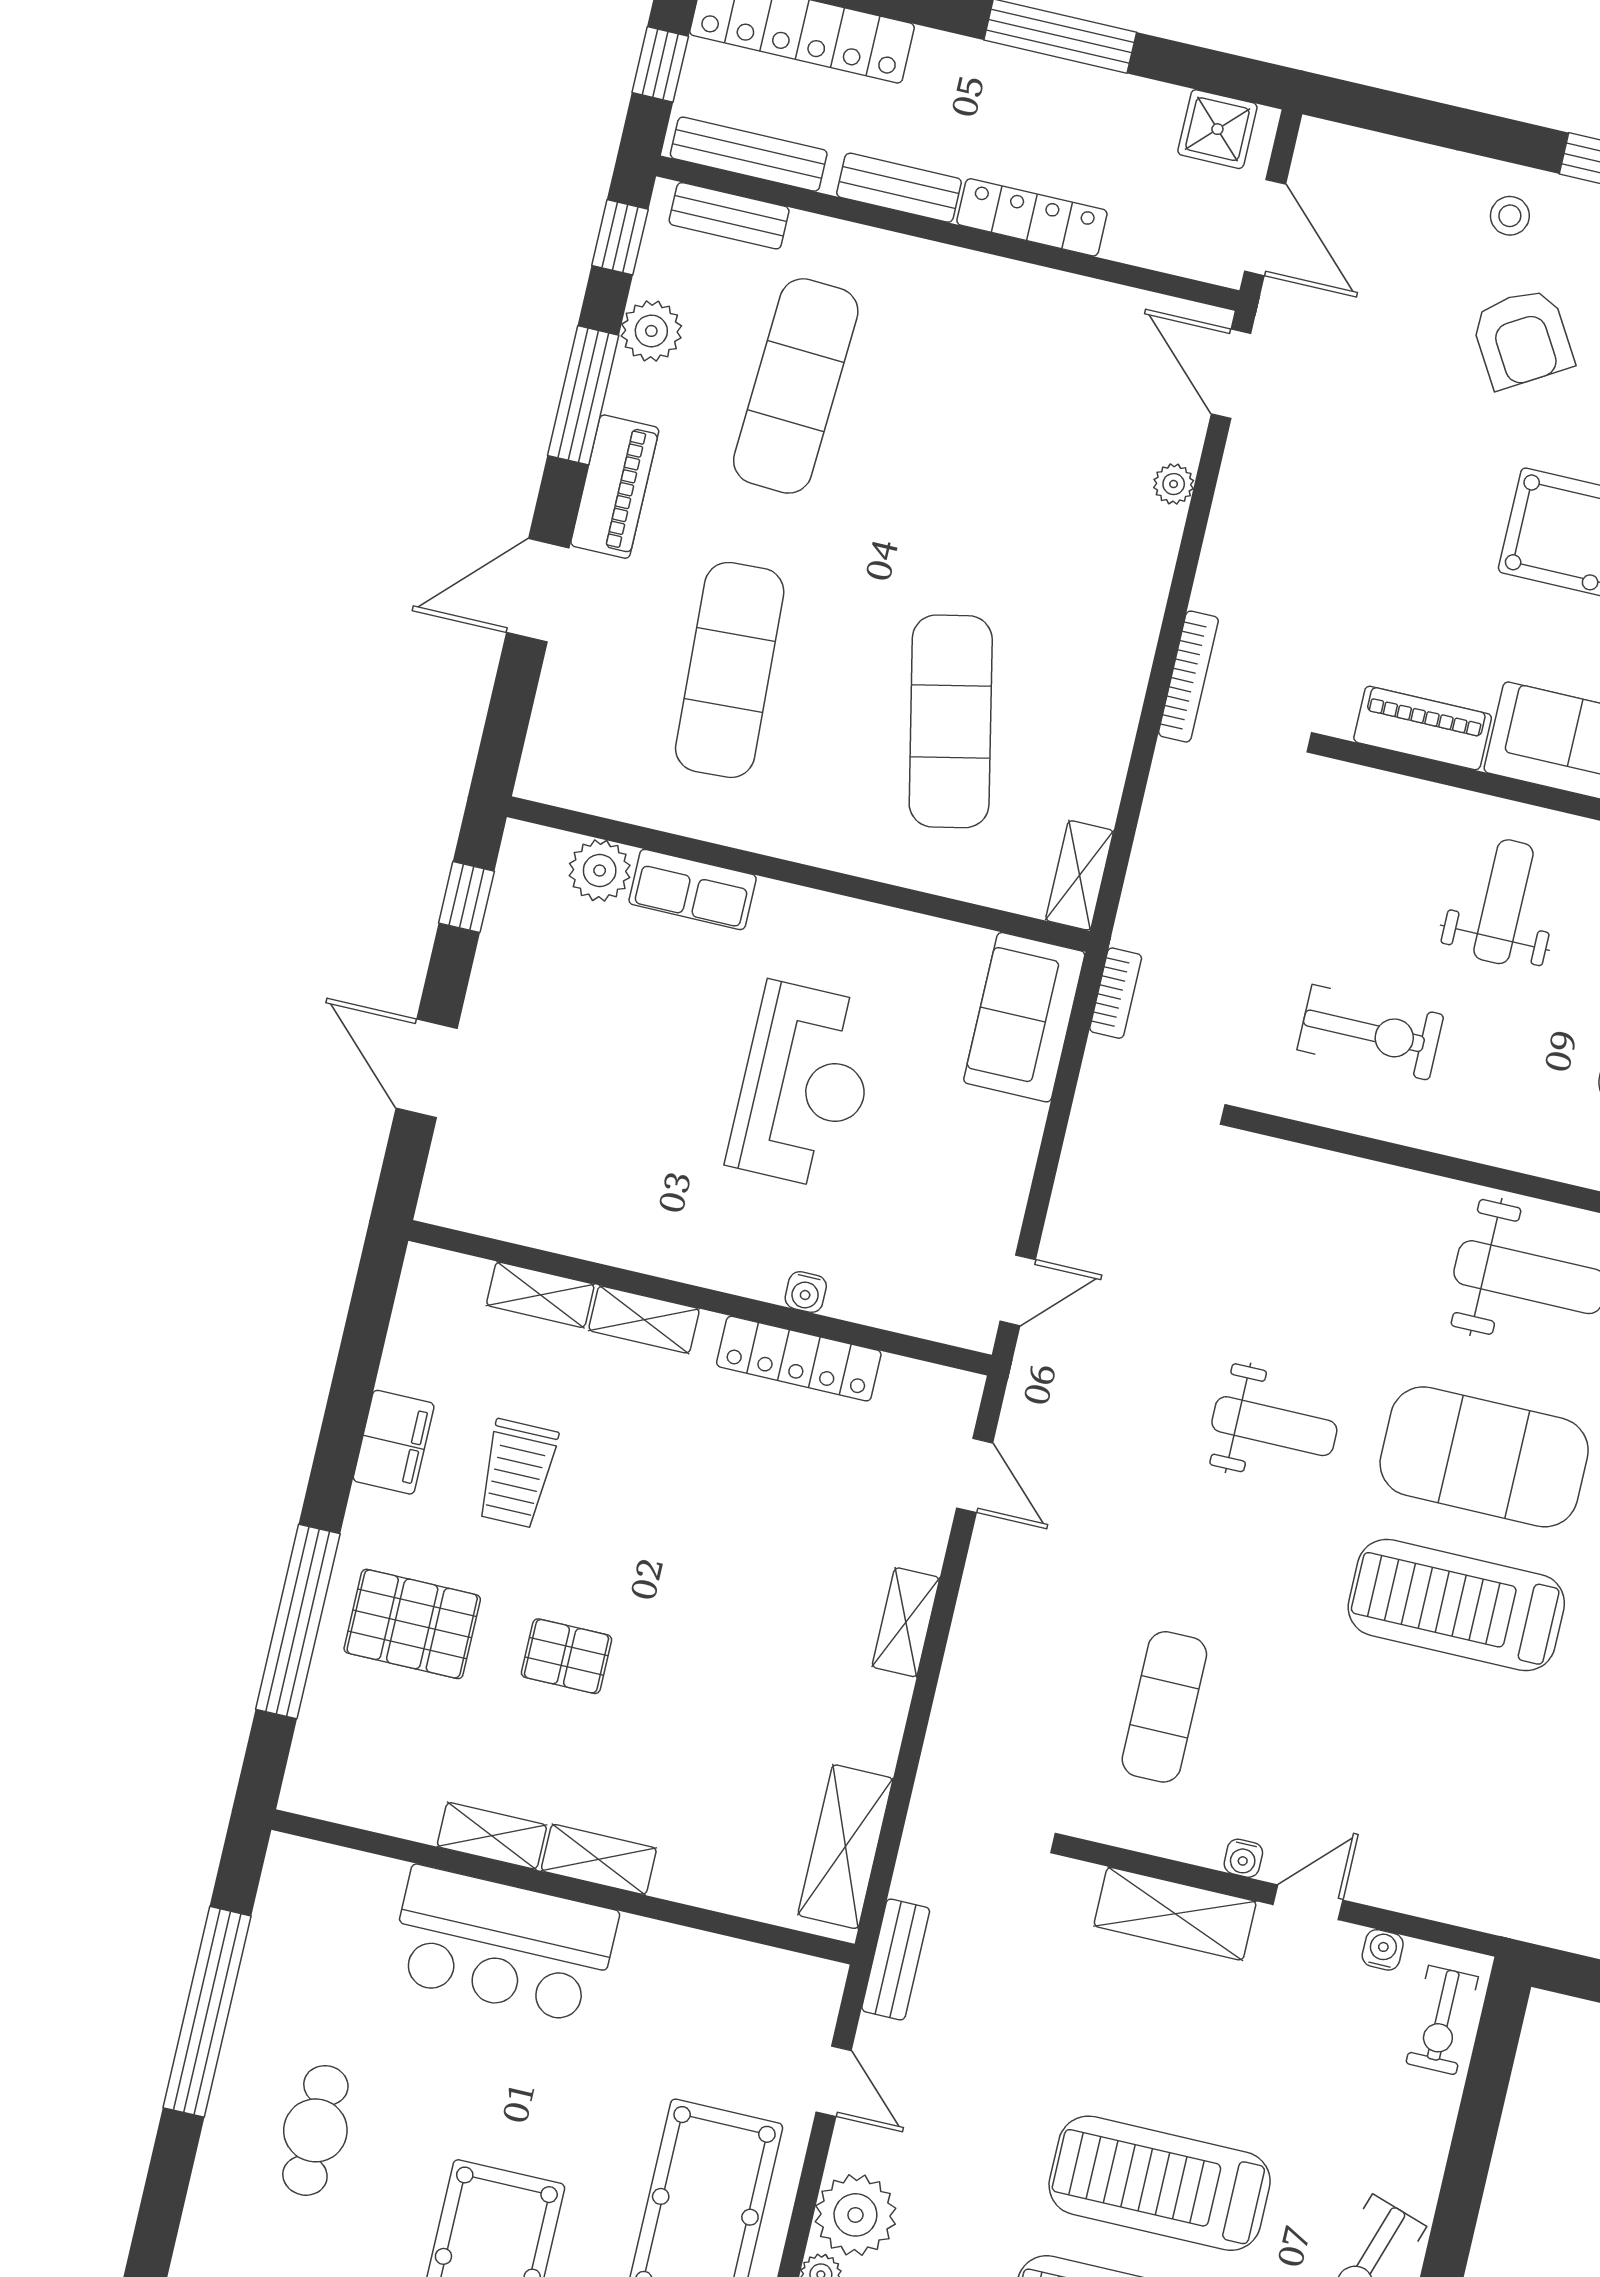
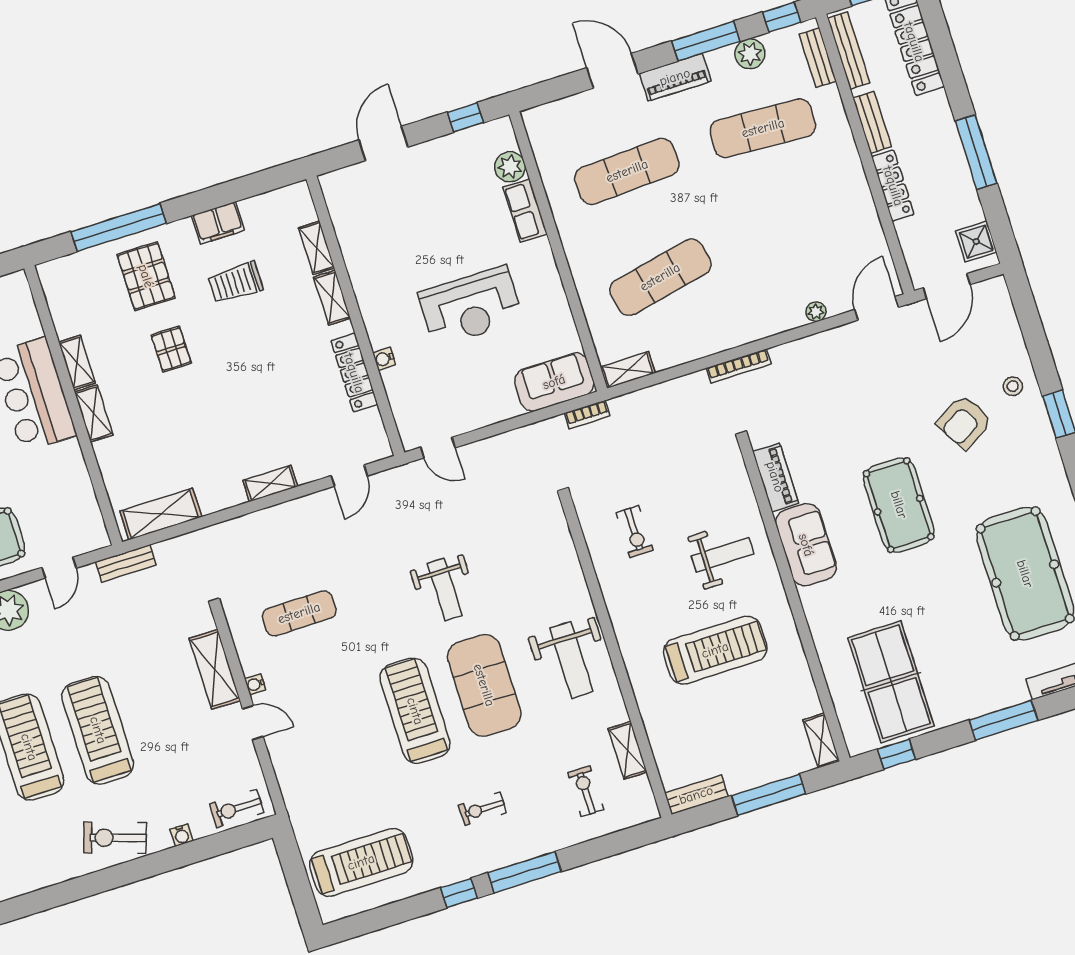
exercise bike: (1370, 1032) -> (634, 532), width x0.73, depth x0.72
water cooler: (1383, 1950) -> (182, 835), moved, turned 90

